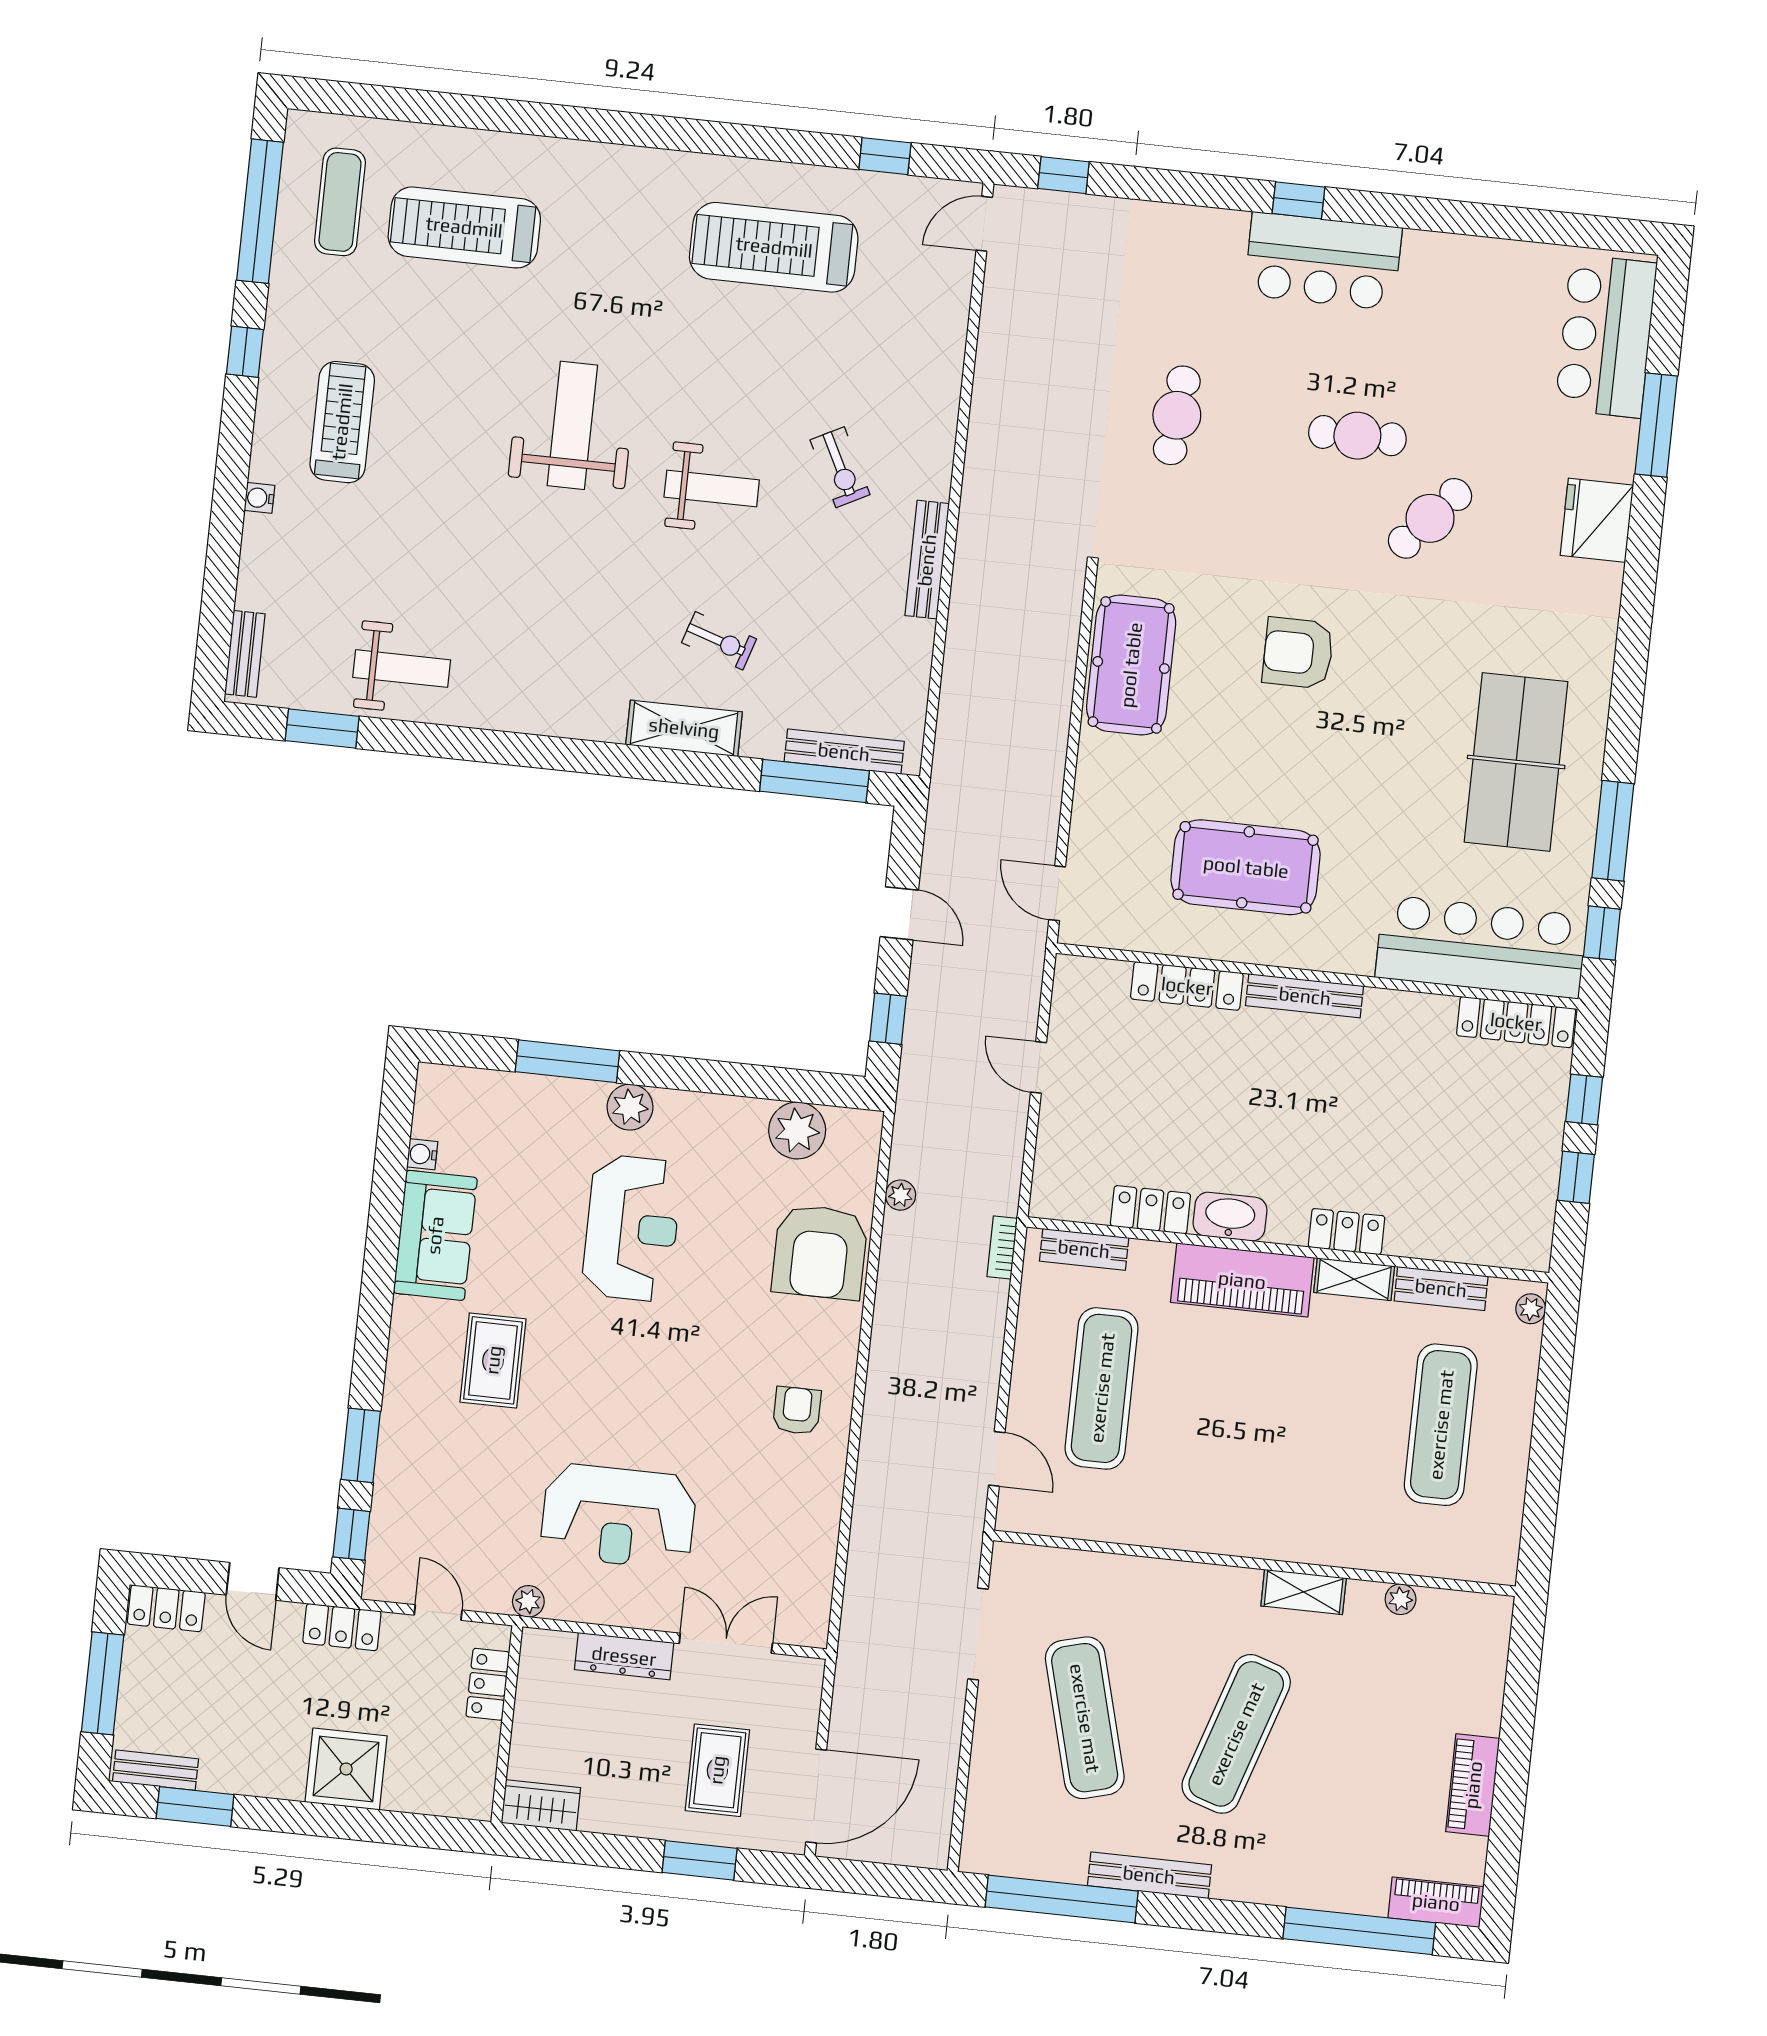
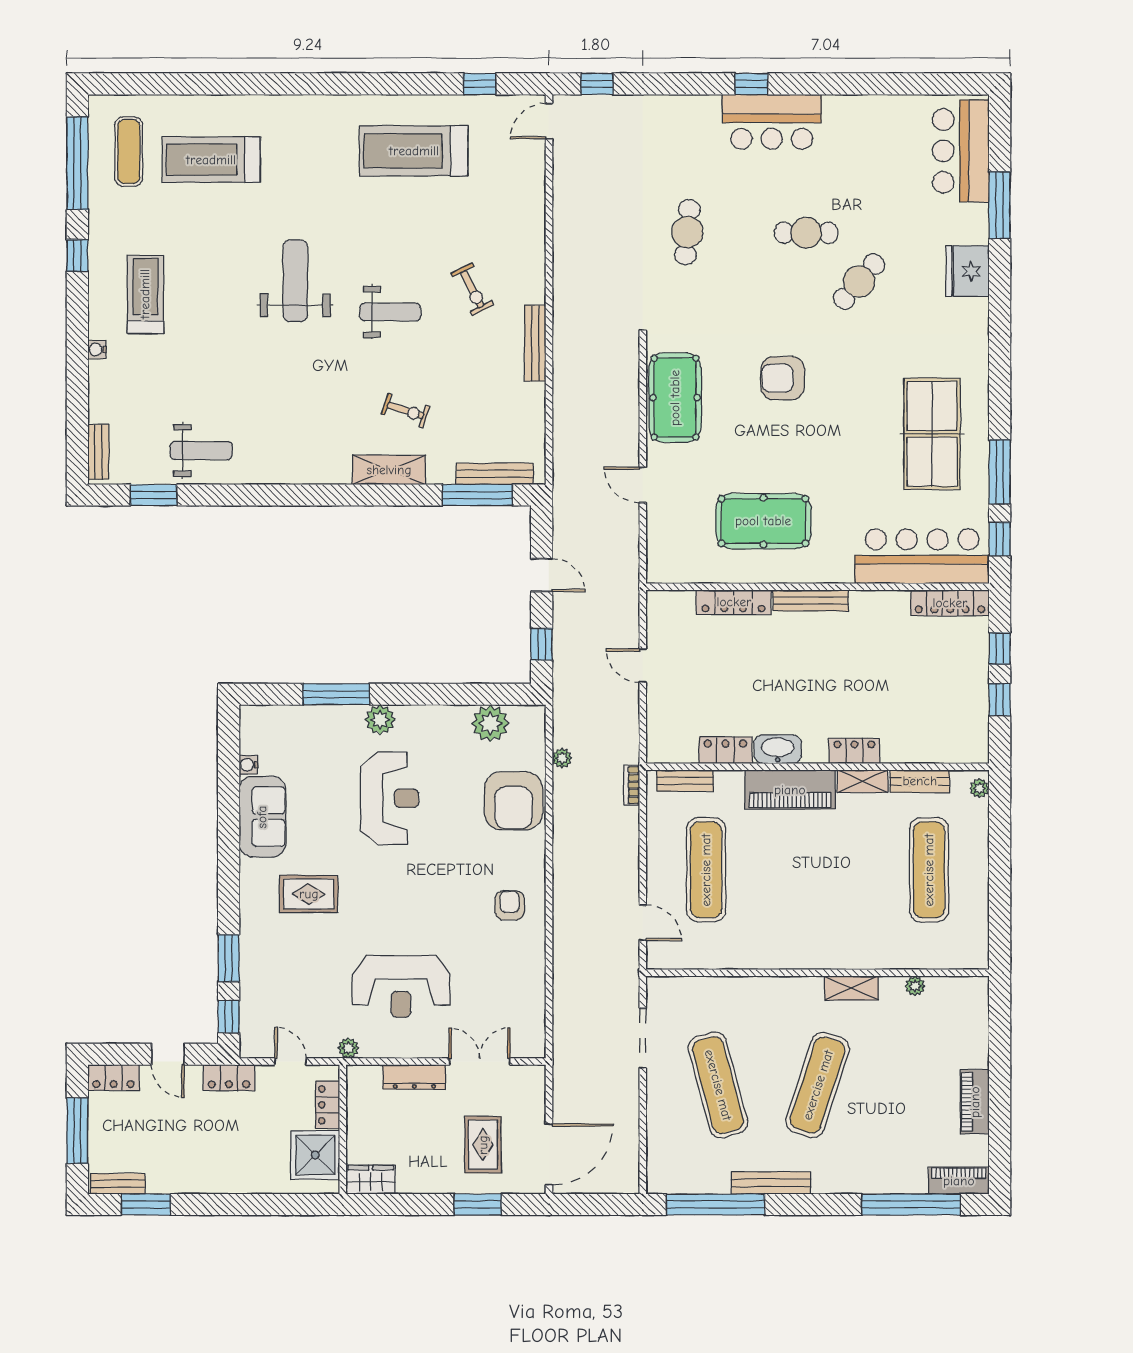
door: (1057, 893) -> (643, 485), moved
rug: (493, 1360) -> (309, 894), turned 90
shower: (346, 1769) -> (315, 1155), moved

